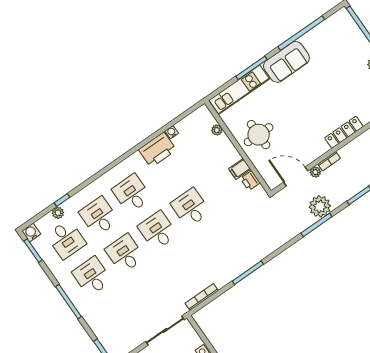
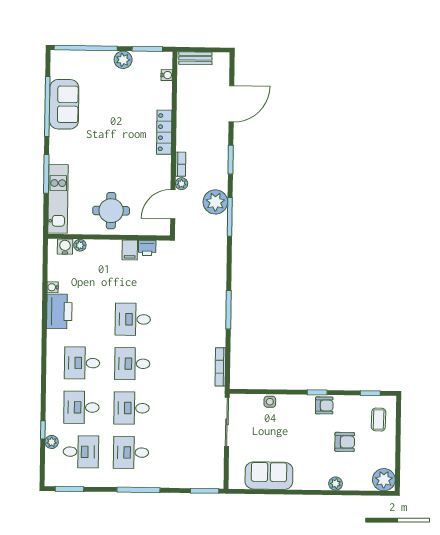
sofa: (286, 62) -> (64, 104), moved
water cooler: (31, 232) -> (65, 247), moved, turned 90

